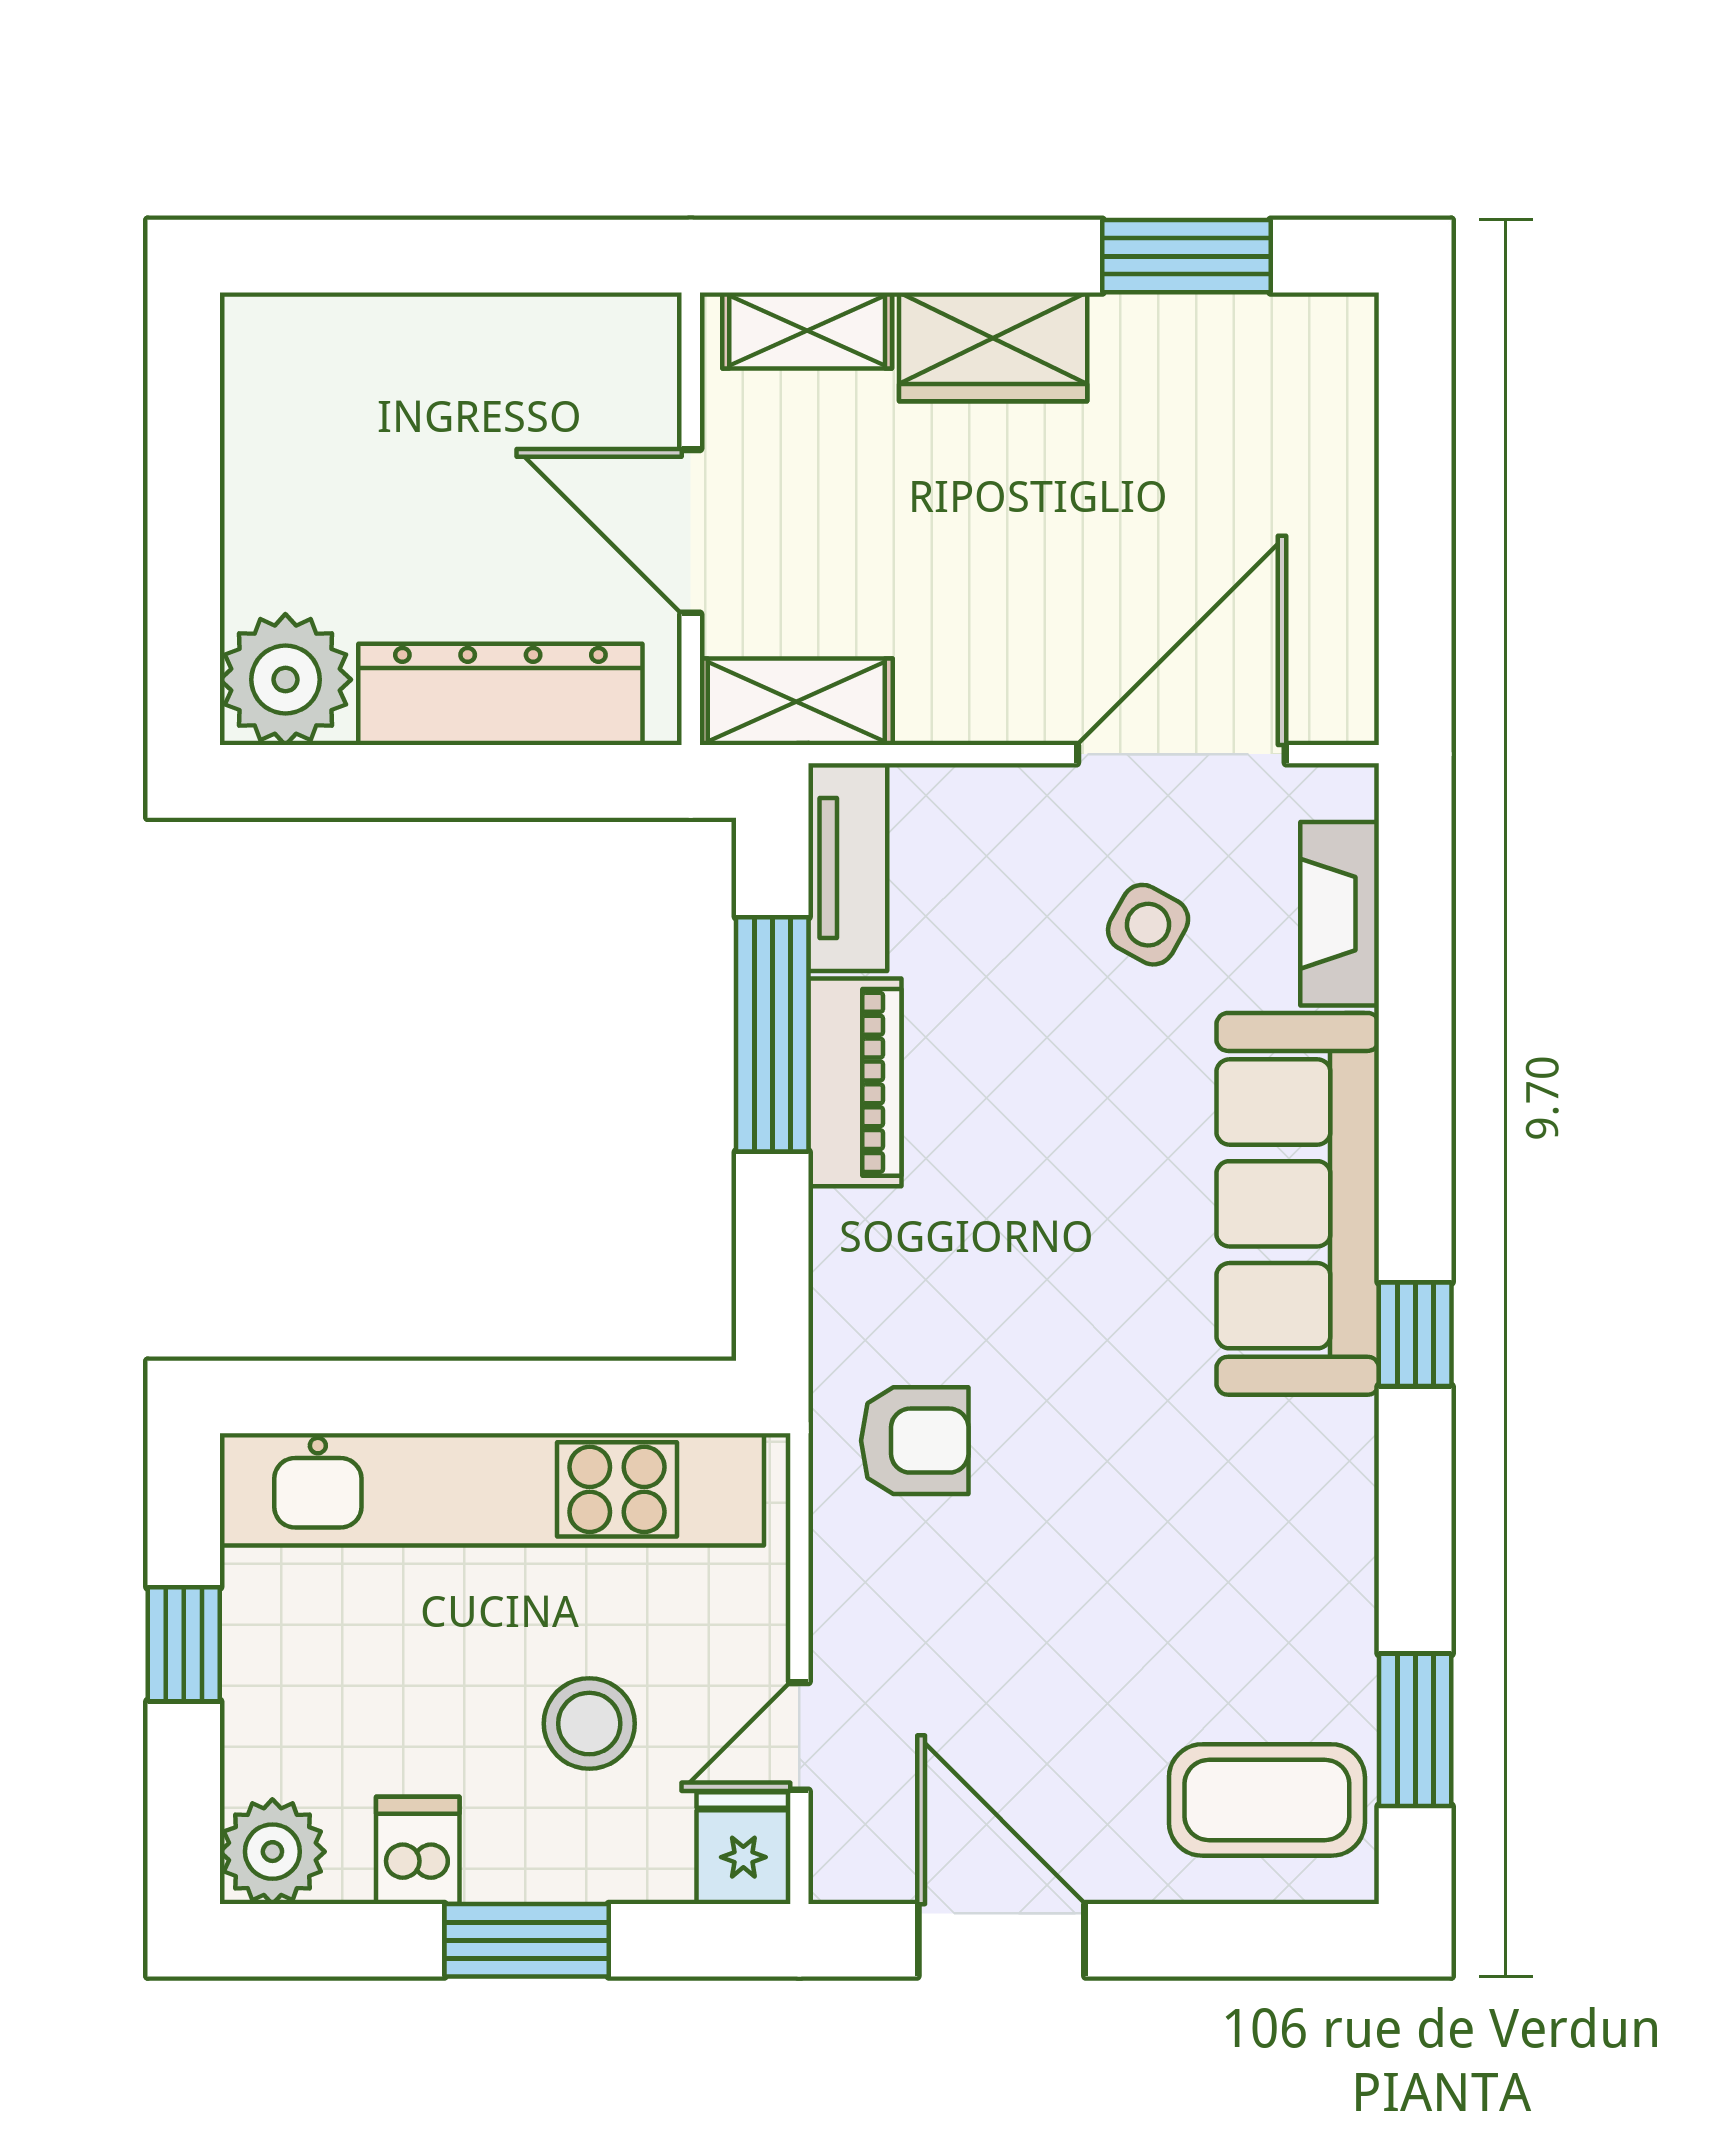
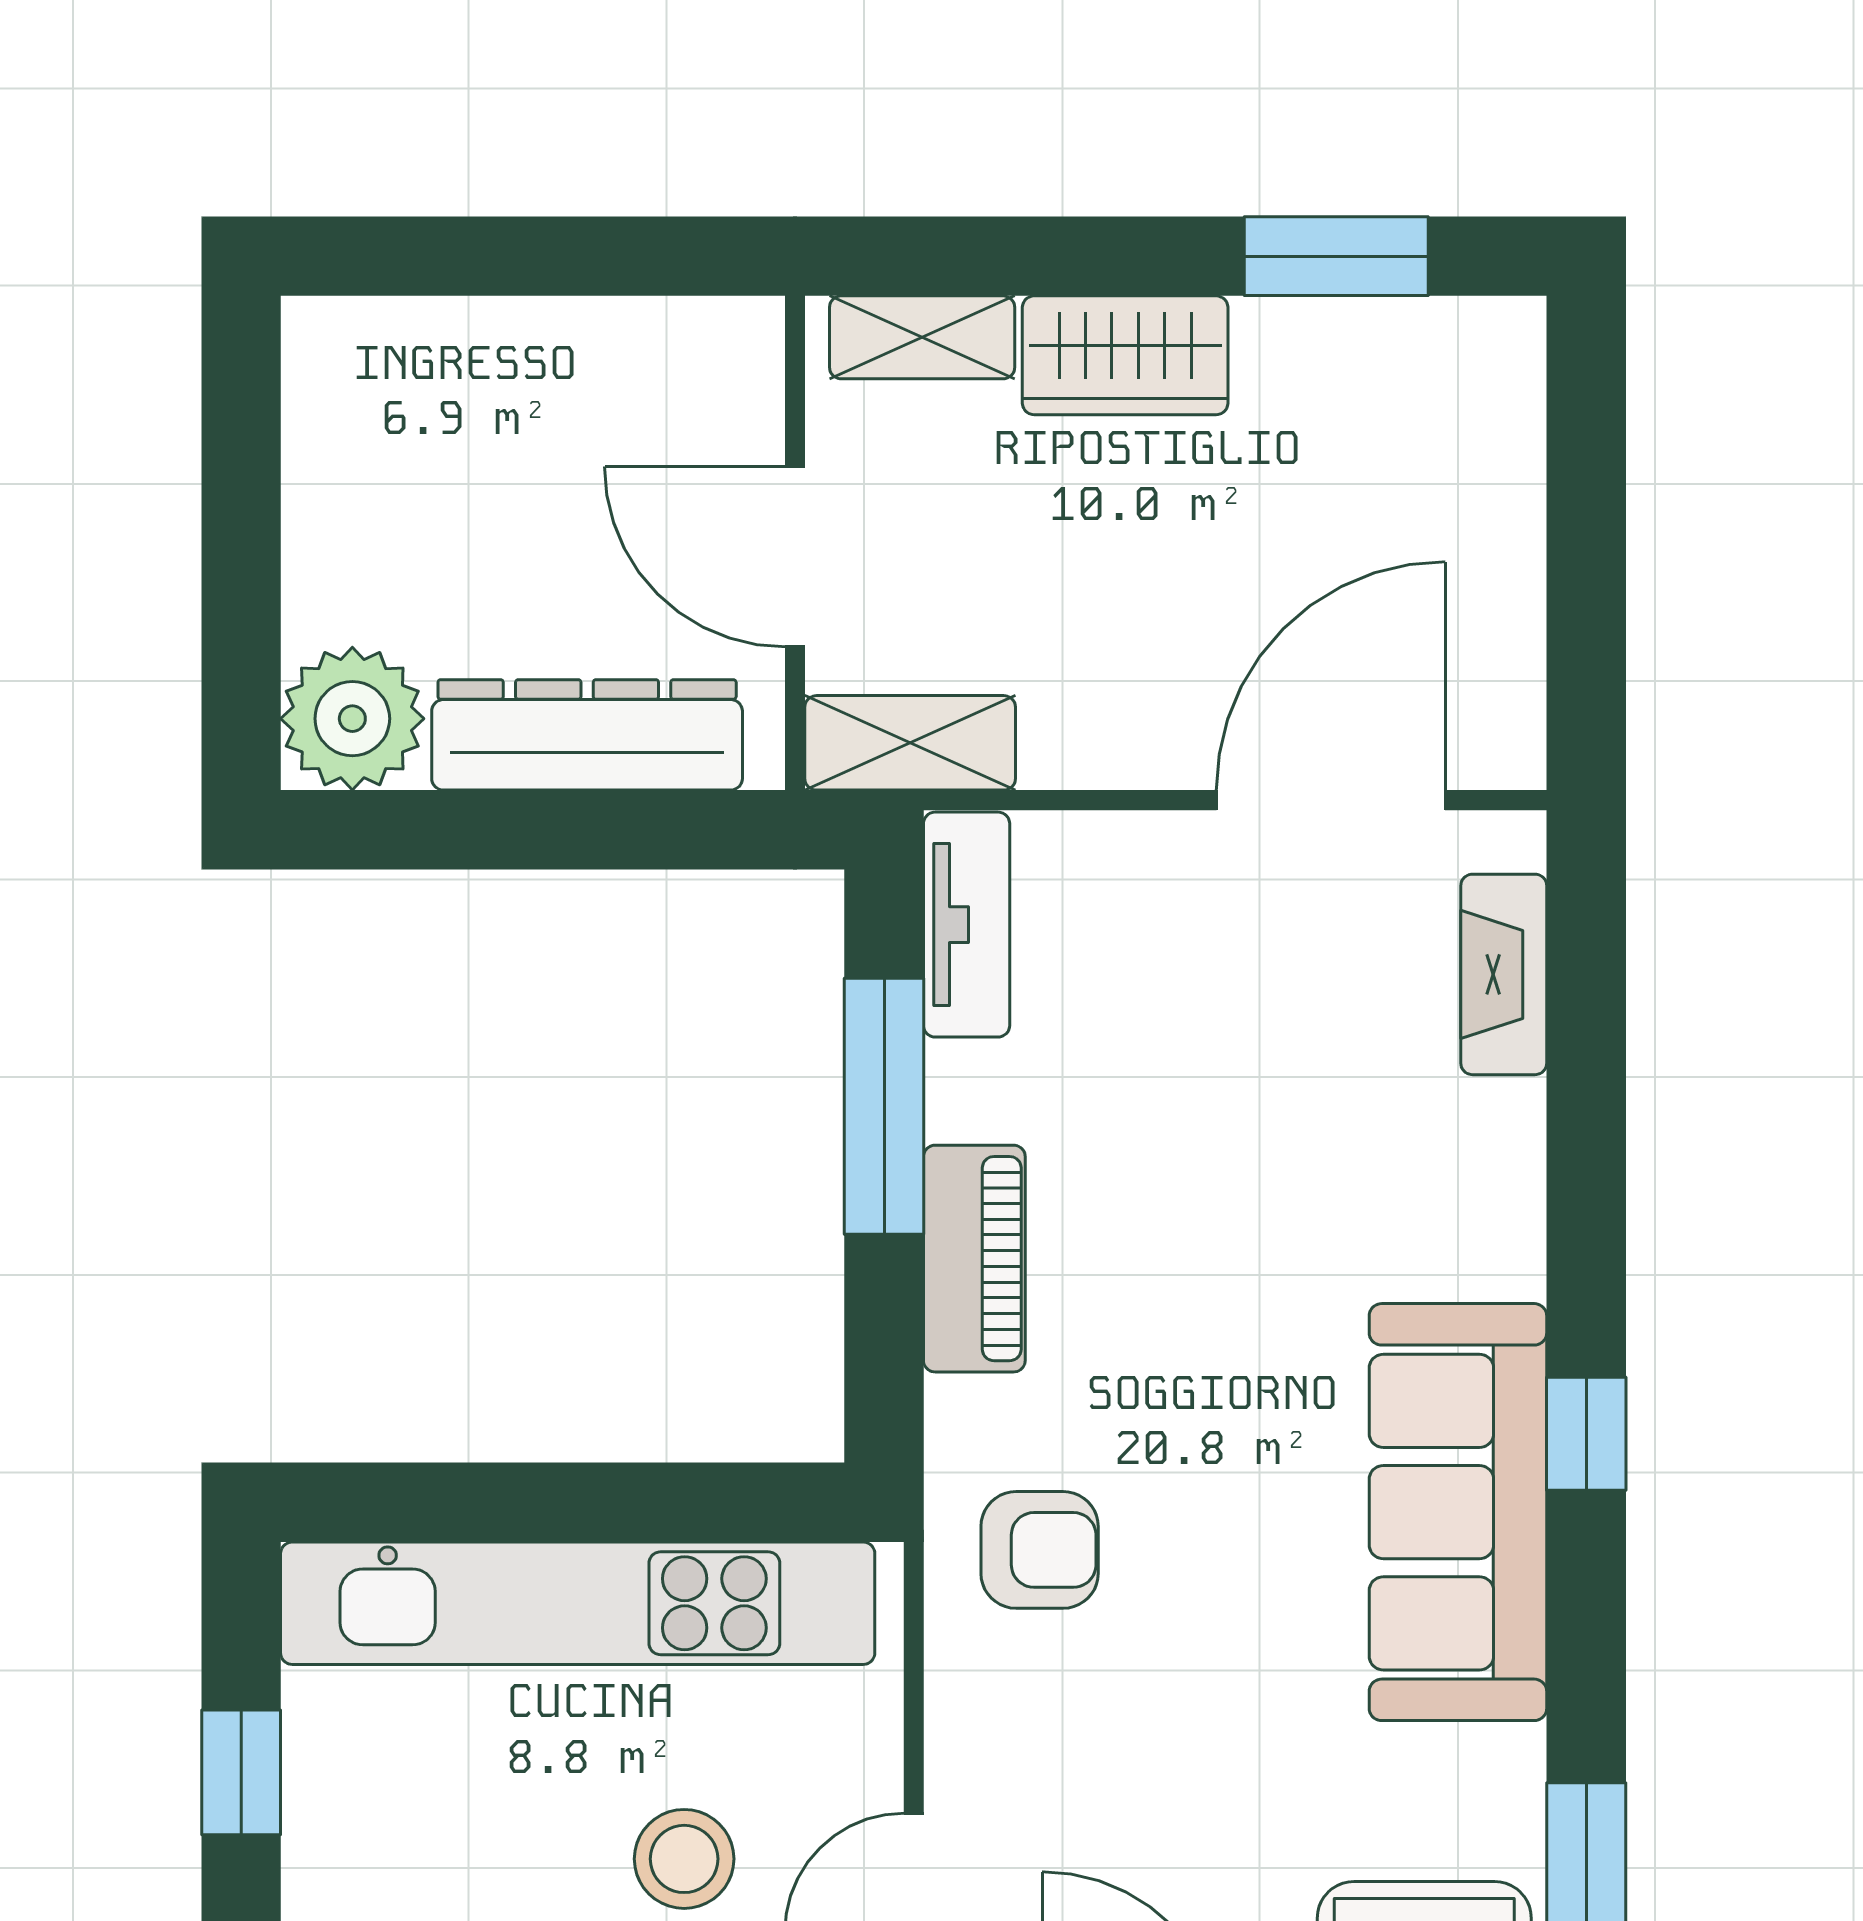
side table: (1148, 925) -> (1294, 986), removed
piano: (855, 1082) -> (974, 1259), moved
sofa: (1298, 1204) -> (1458, 1512), moved

